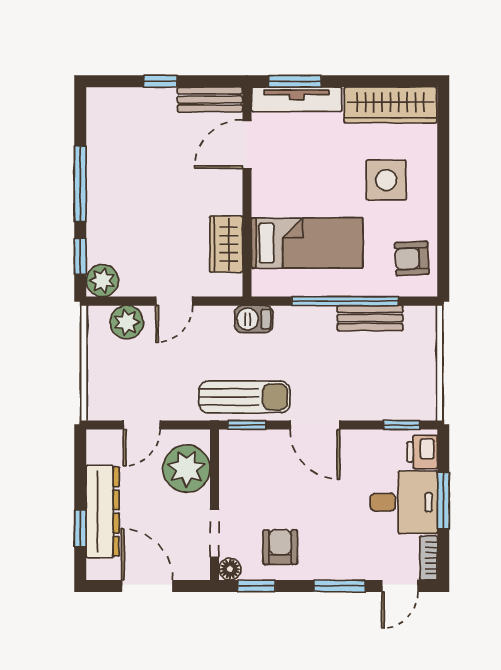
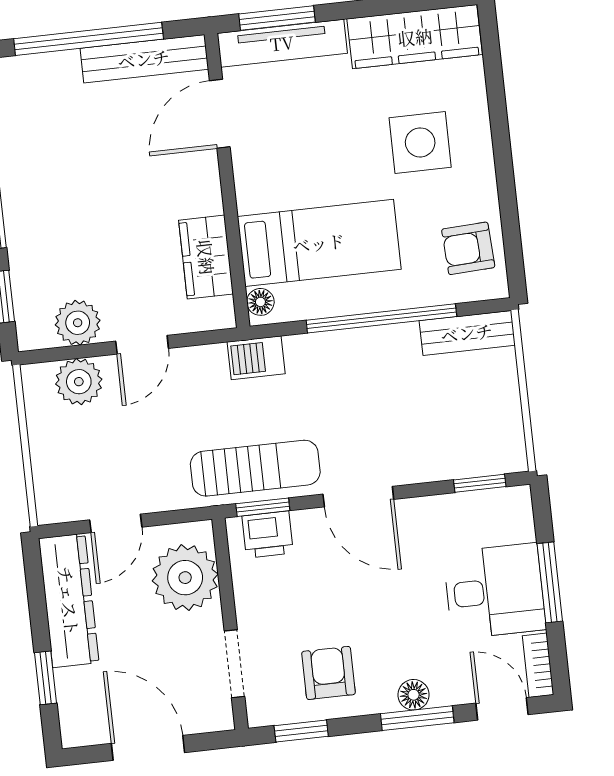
window: (160, 81) -> (89, 39), width x3.17
bench: (210, 100) -> (144, 59), width x1.36
floor lamp: (261, 280) -> (260, 302), added
plant: (102, 281) -> (78, 323), moved
bench: (370, 318) -> (467, 333), moved
printer: (422, 452) -> (268, 534), moved, turned -90
dresser: (103, 512) -> (69, 601), moved
floor lamp: (230, 569) -> (414, 695), moved
door: (400, 586) -> (502, 709), swing flipped

